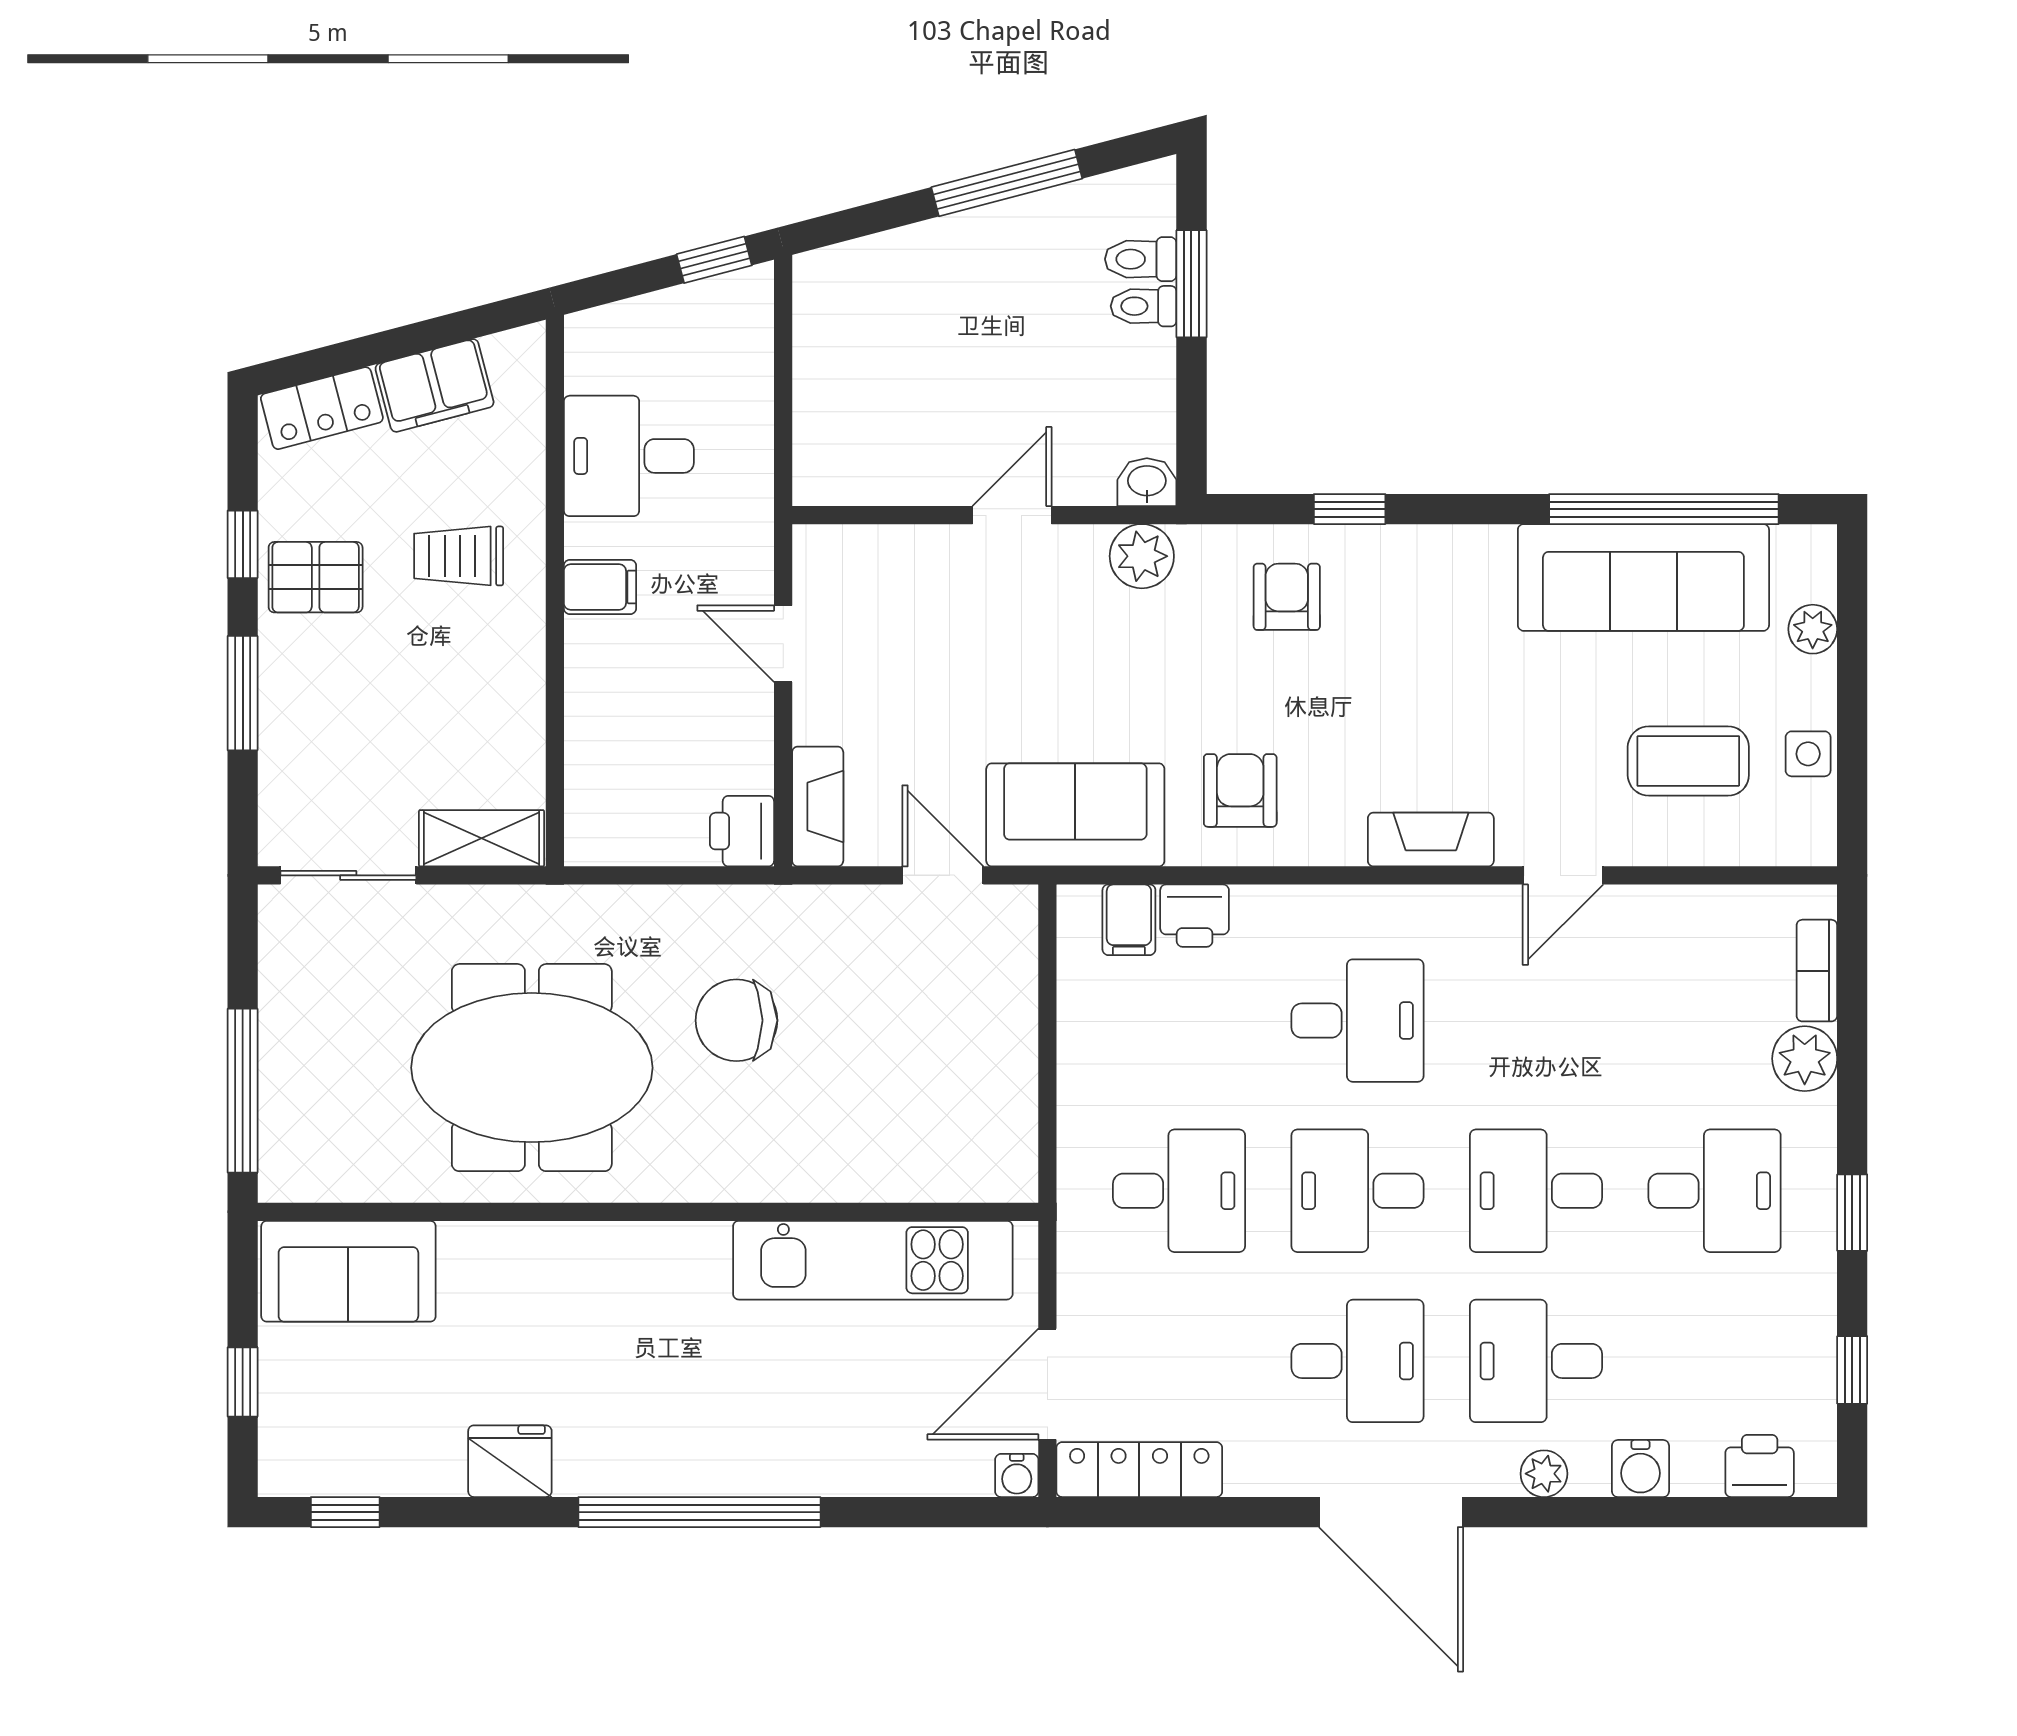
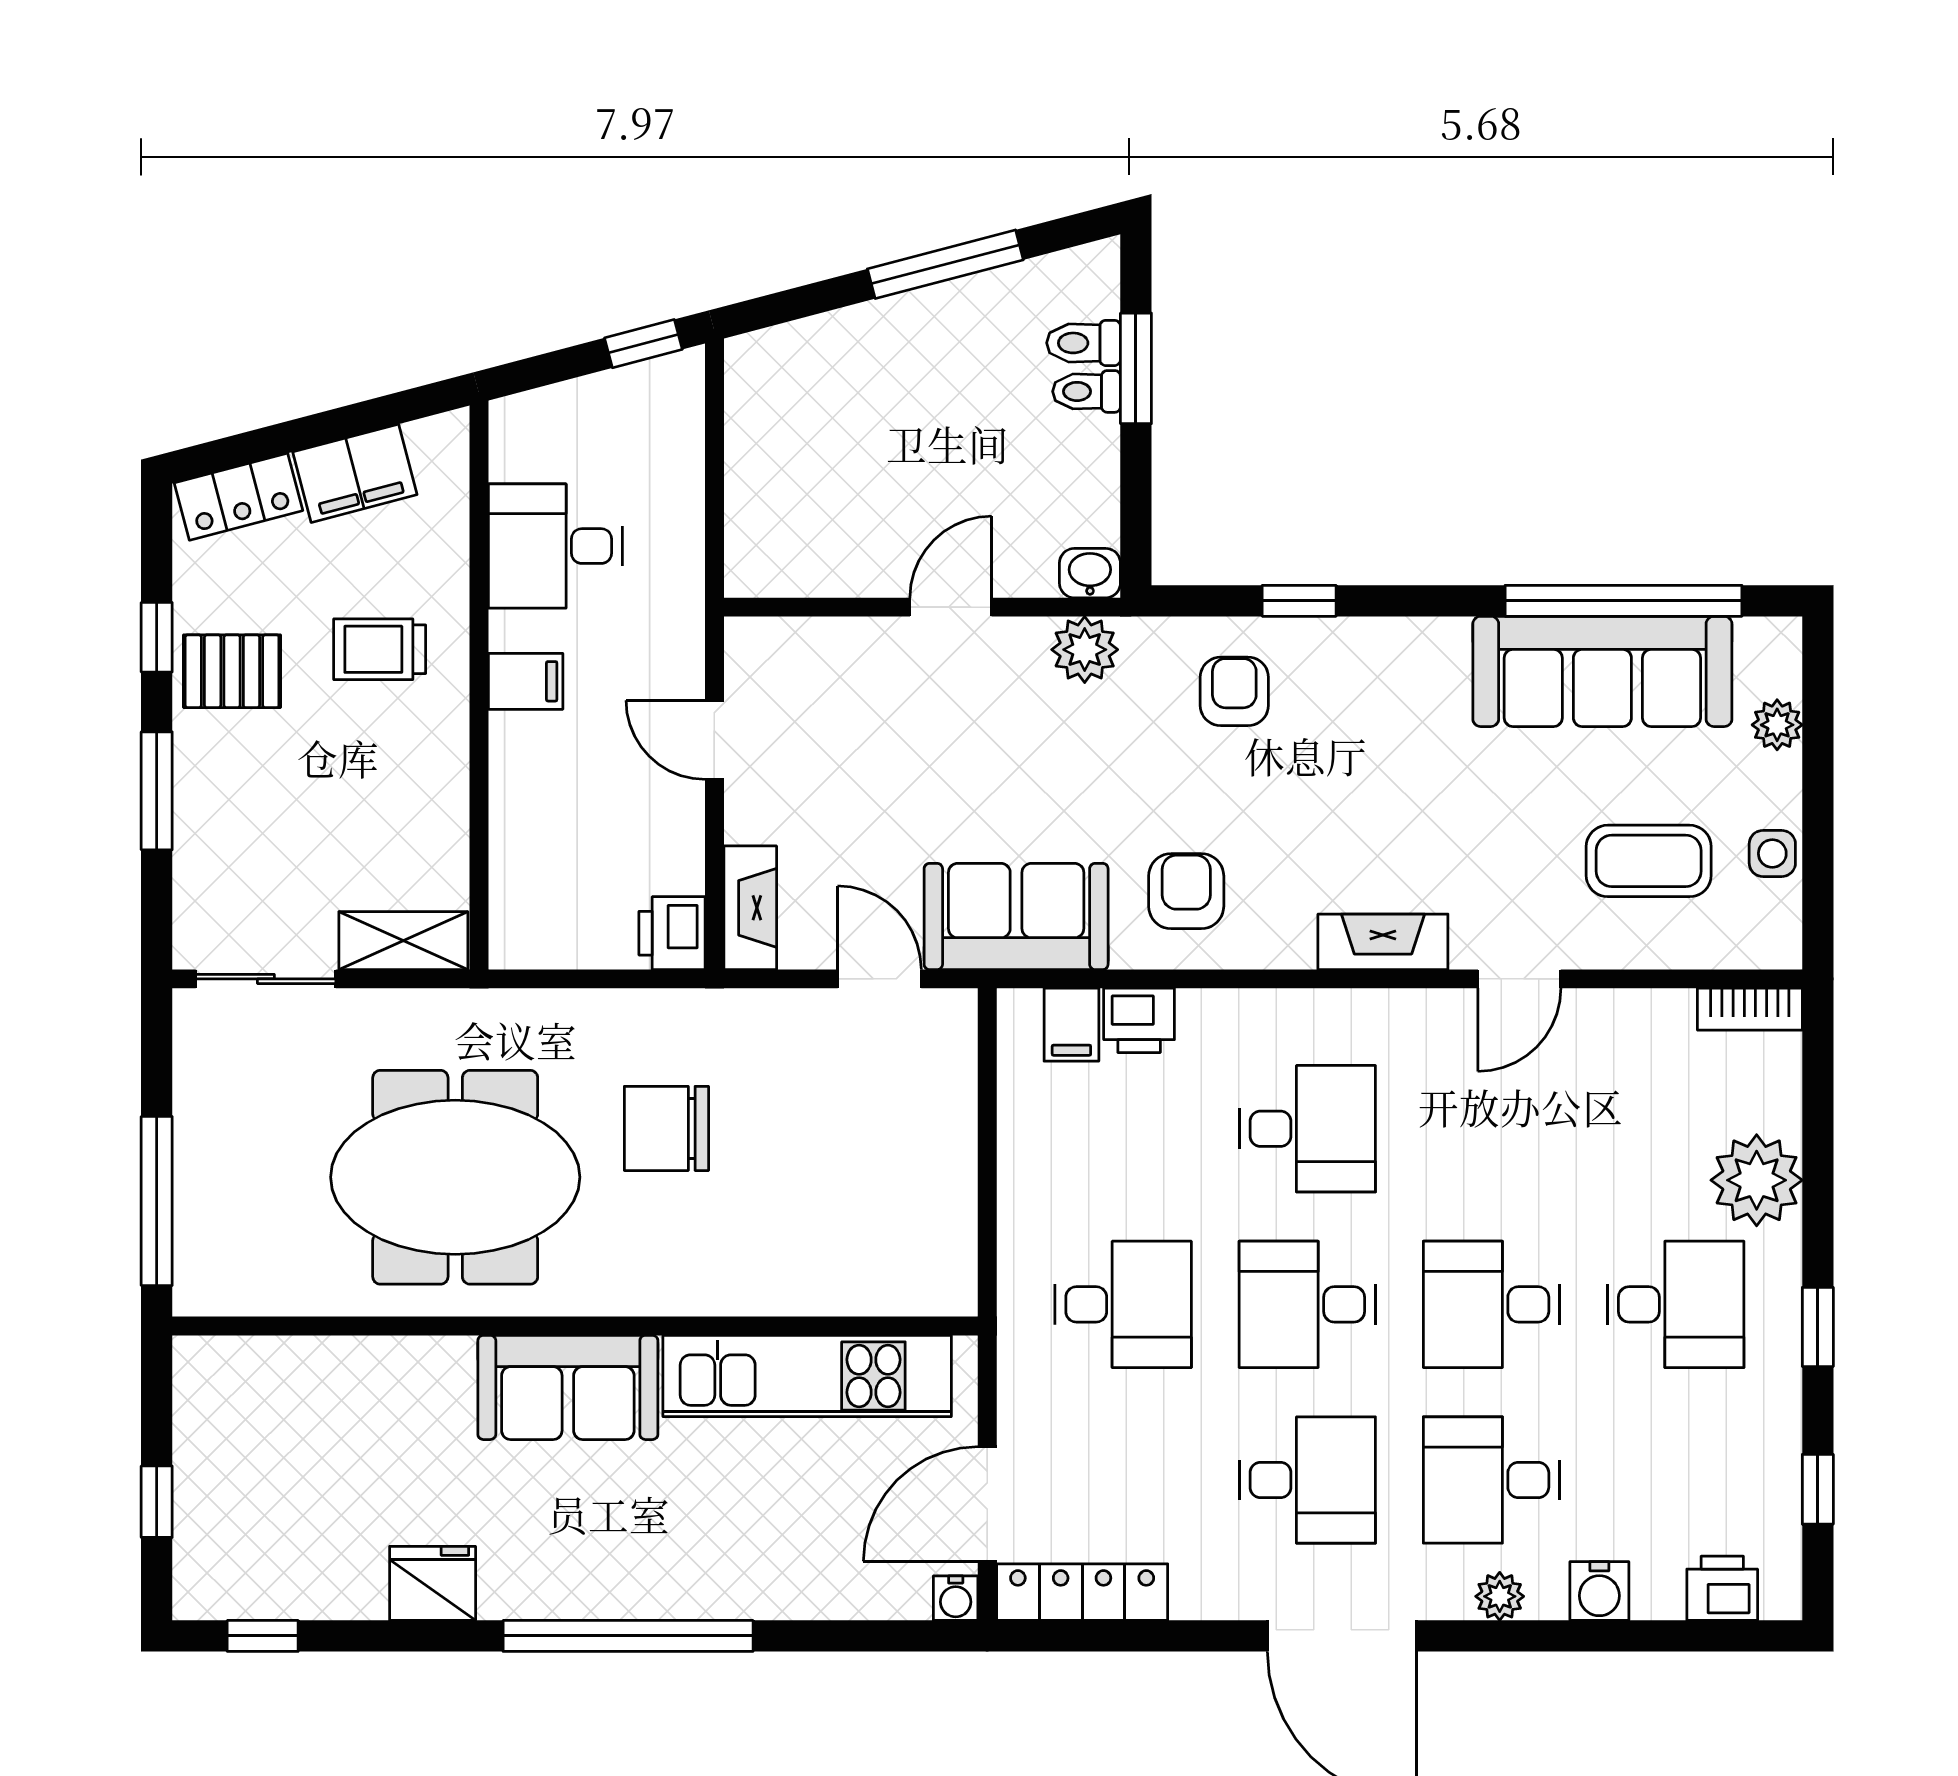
bookcase: (1817, 971) -> (1750, 1009), moved, turned -90
plant: (1805, 1059) -> (1757, 1180), width x1.36, depth x1.36
sofa: (348, 1271) -> (568, 1387), moved

